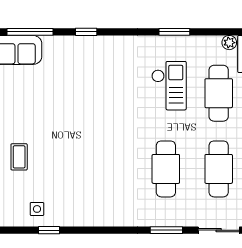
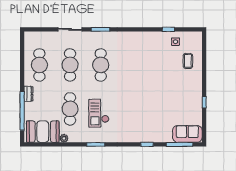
coffee table: (19, 157) -> (188, 61), moved

